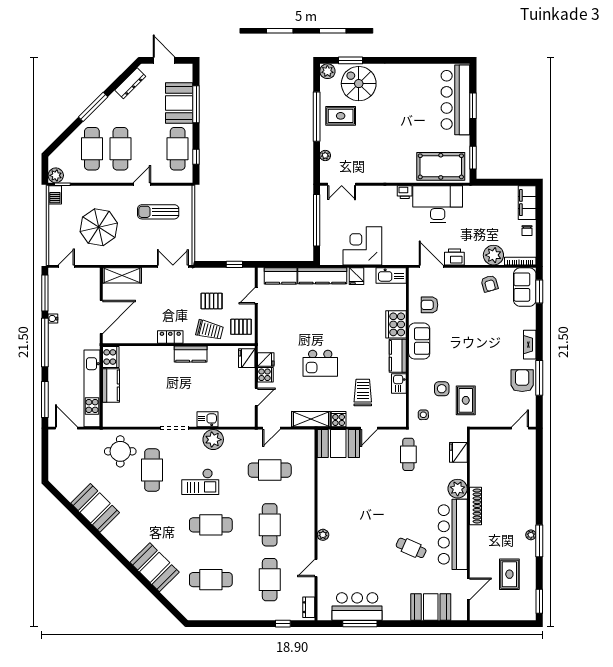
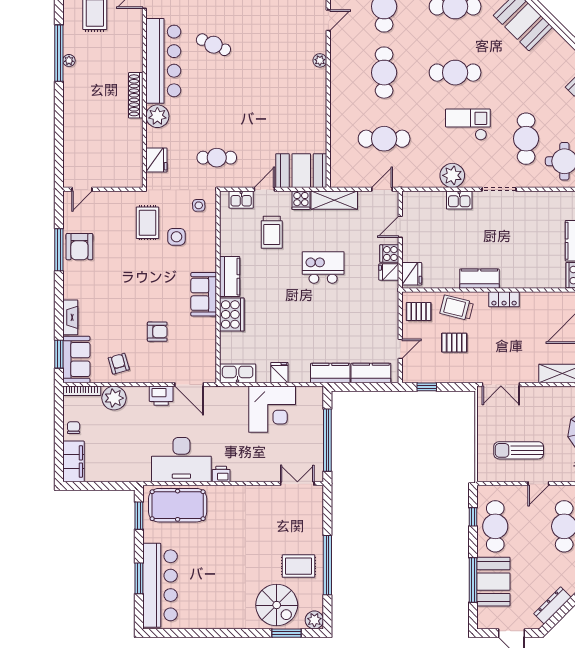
plant: (325, 156) -> (317, 518), removed
sun lounger: (158, 212) -> (519, 450), turned 180
kitchen counter: (322, 276) -> (330, 373), width x0.67
armchair: (430, 305) -> (157, 332), moved
fireplace: (530, 345) -> (70, 317), moved
kitchen sink: (399, 383) -> (241, 200), moved, turned 90
cafe table: (408, 454) -> (217, 158), turned 90
window: (539, 541) -> (59, 53), width x1.46

